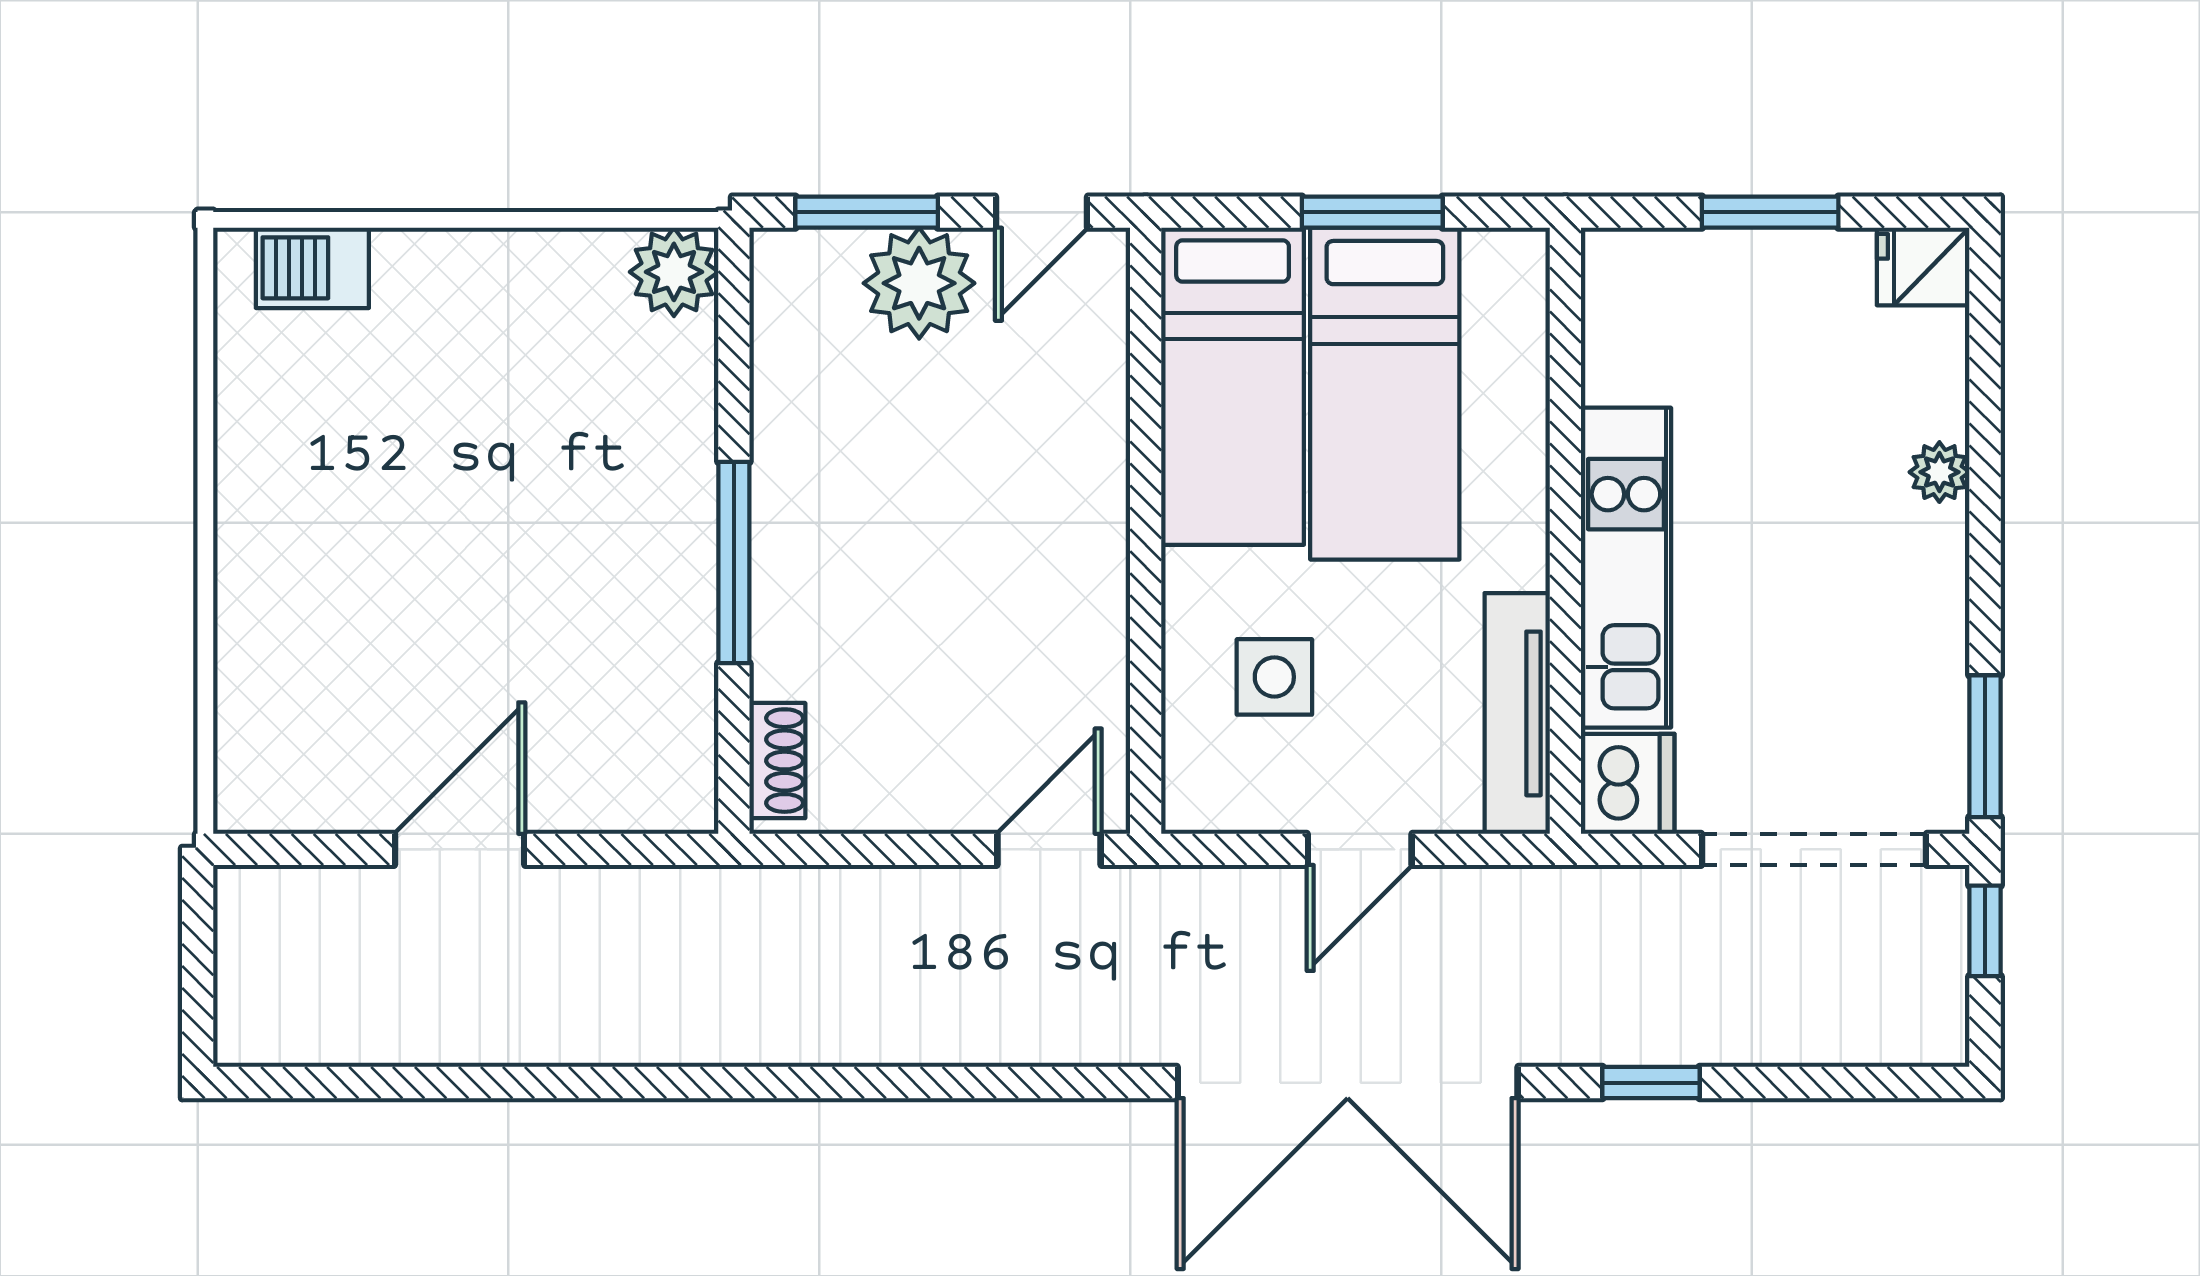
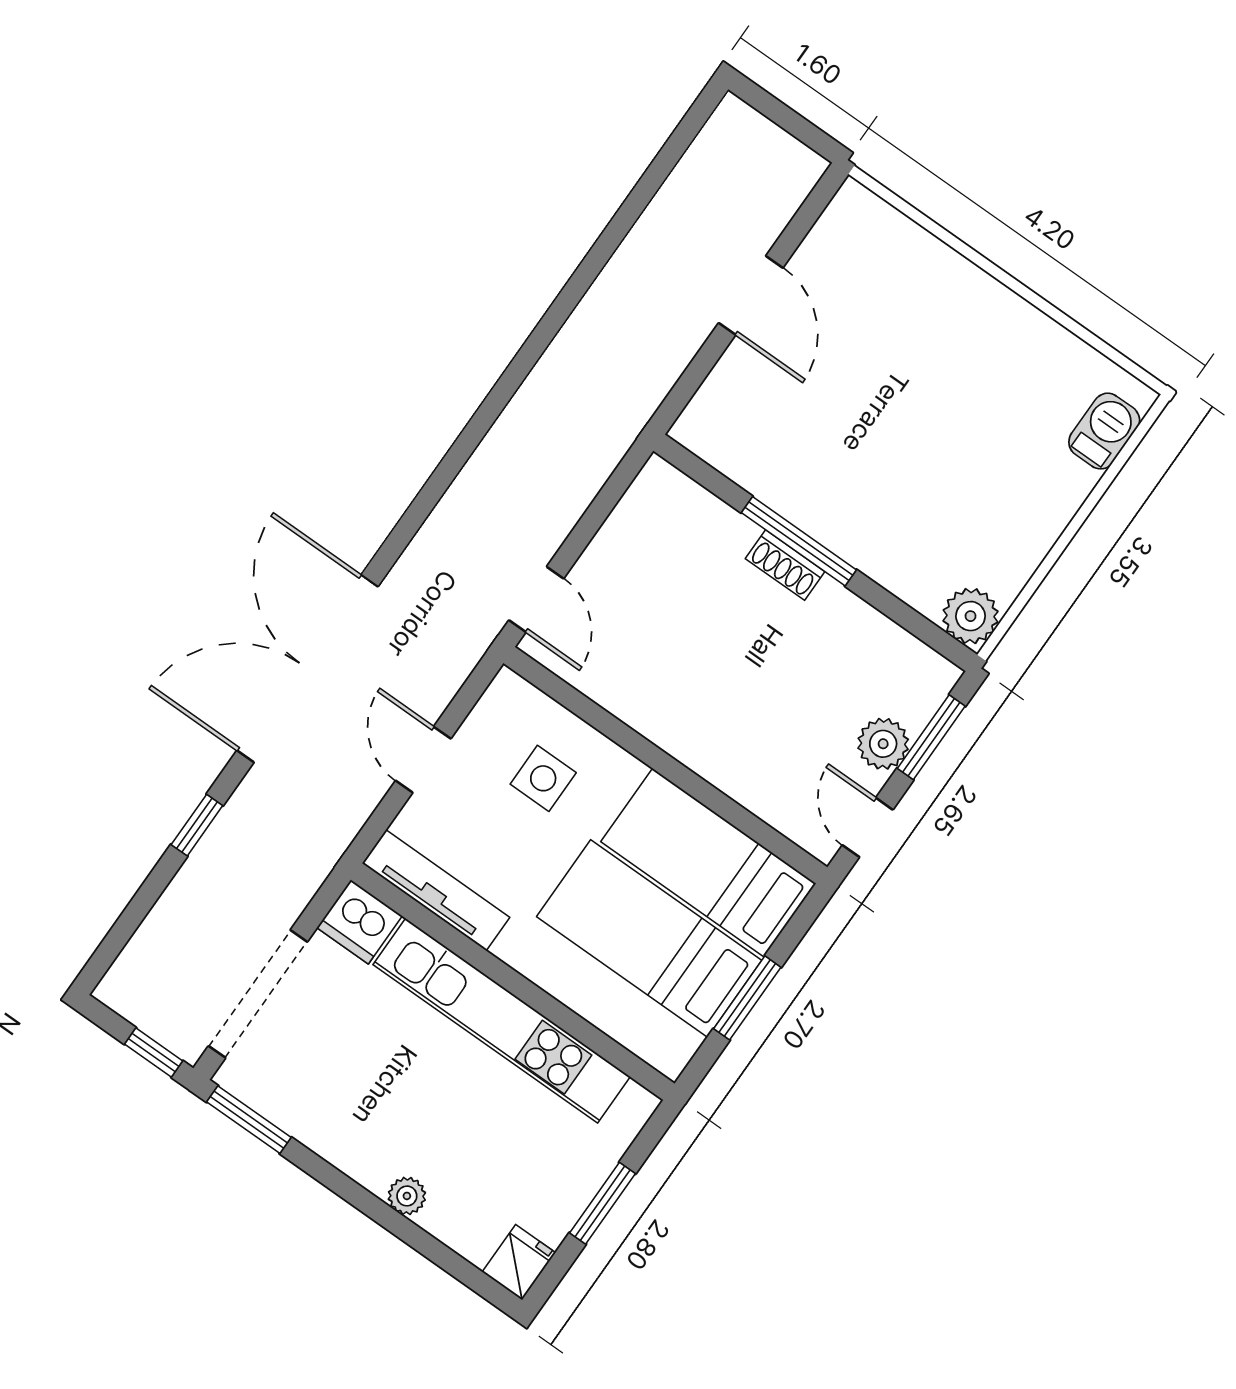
plant: (919, 283) -> (883, 744), width x0.73, depth x0.73
kitchen unit: (1626, 568) -> (502, 1021), width x1.36
shoe rack: (777, 761) -> (785, 565), moved

